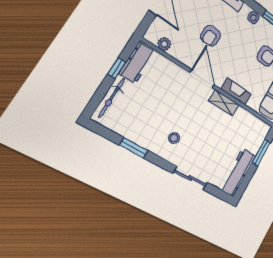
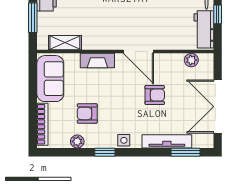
armchair: (211, 36) -> (155, 95), turned 90
shelving: (224, 103) -> (65, 43), moved

